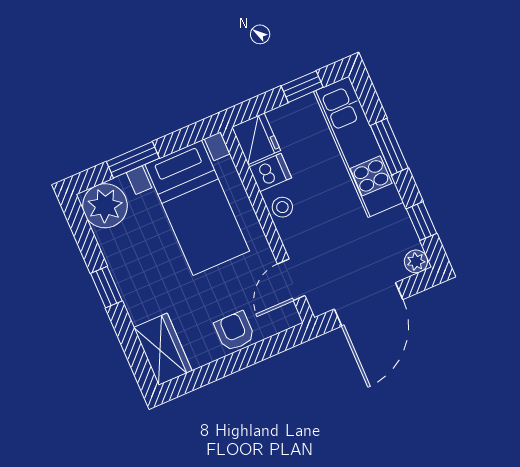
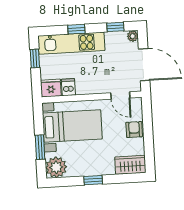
window: (389, 147) -> (76, 29), width x0.67
stool: (282, 207) -> (86, 87), removed
armchair: (235, 331) -> (134, 130), turned 90

